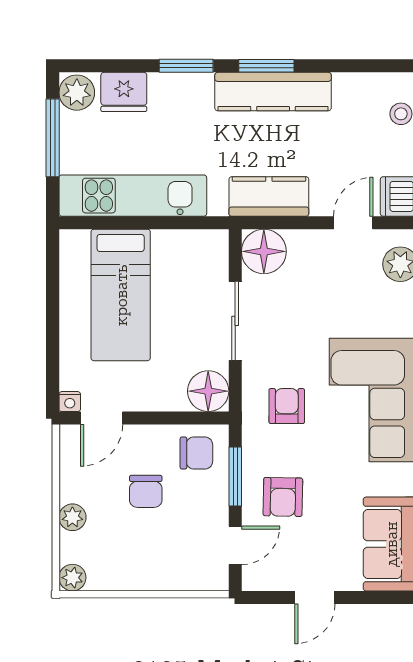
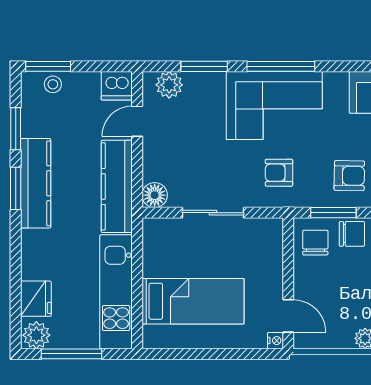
window: (186, 66) -> (16, 129), moved
kitchen counter: (269, 196) -> (117, 186), width x1.50
door: (353, 223) -> (137, 121), hinge flipped
floor lamp: (264, 251) -> (155, 195), width x0.73, depth x0.73
floor lamp: (208, 391) -> (267, 233), removed
chair: (146, 491) -> (352, 234), moved

